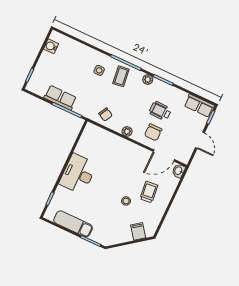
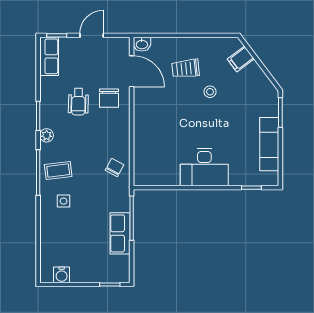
plant: (127, 131) -> (123, 131), removed
chair: (153, 132) -> (109, 98), turned 90

